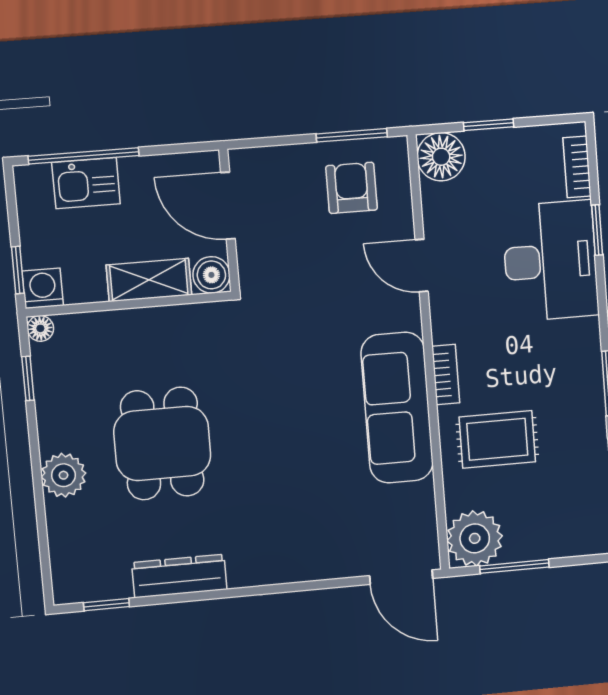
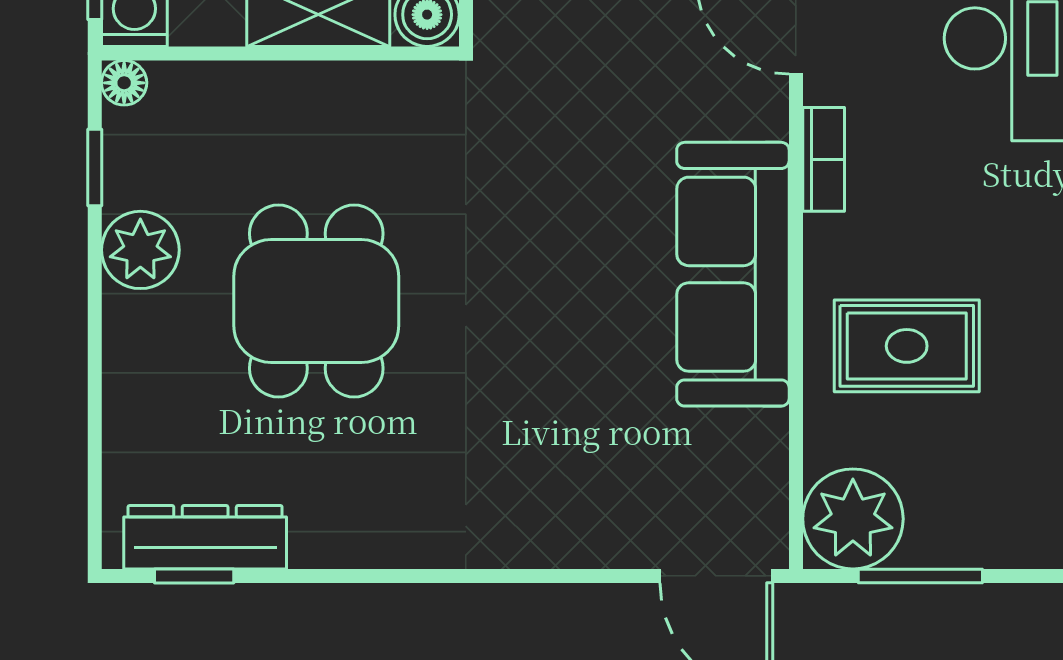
bookcase: (446, 375) -> (824, 159), moved
plant: (64, 475) -> (140, 250), moved
dresser: (179, 576) -> (205, 537), moved

